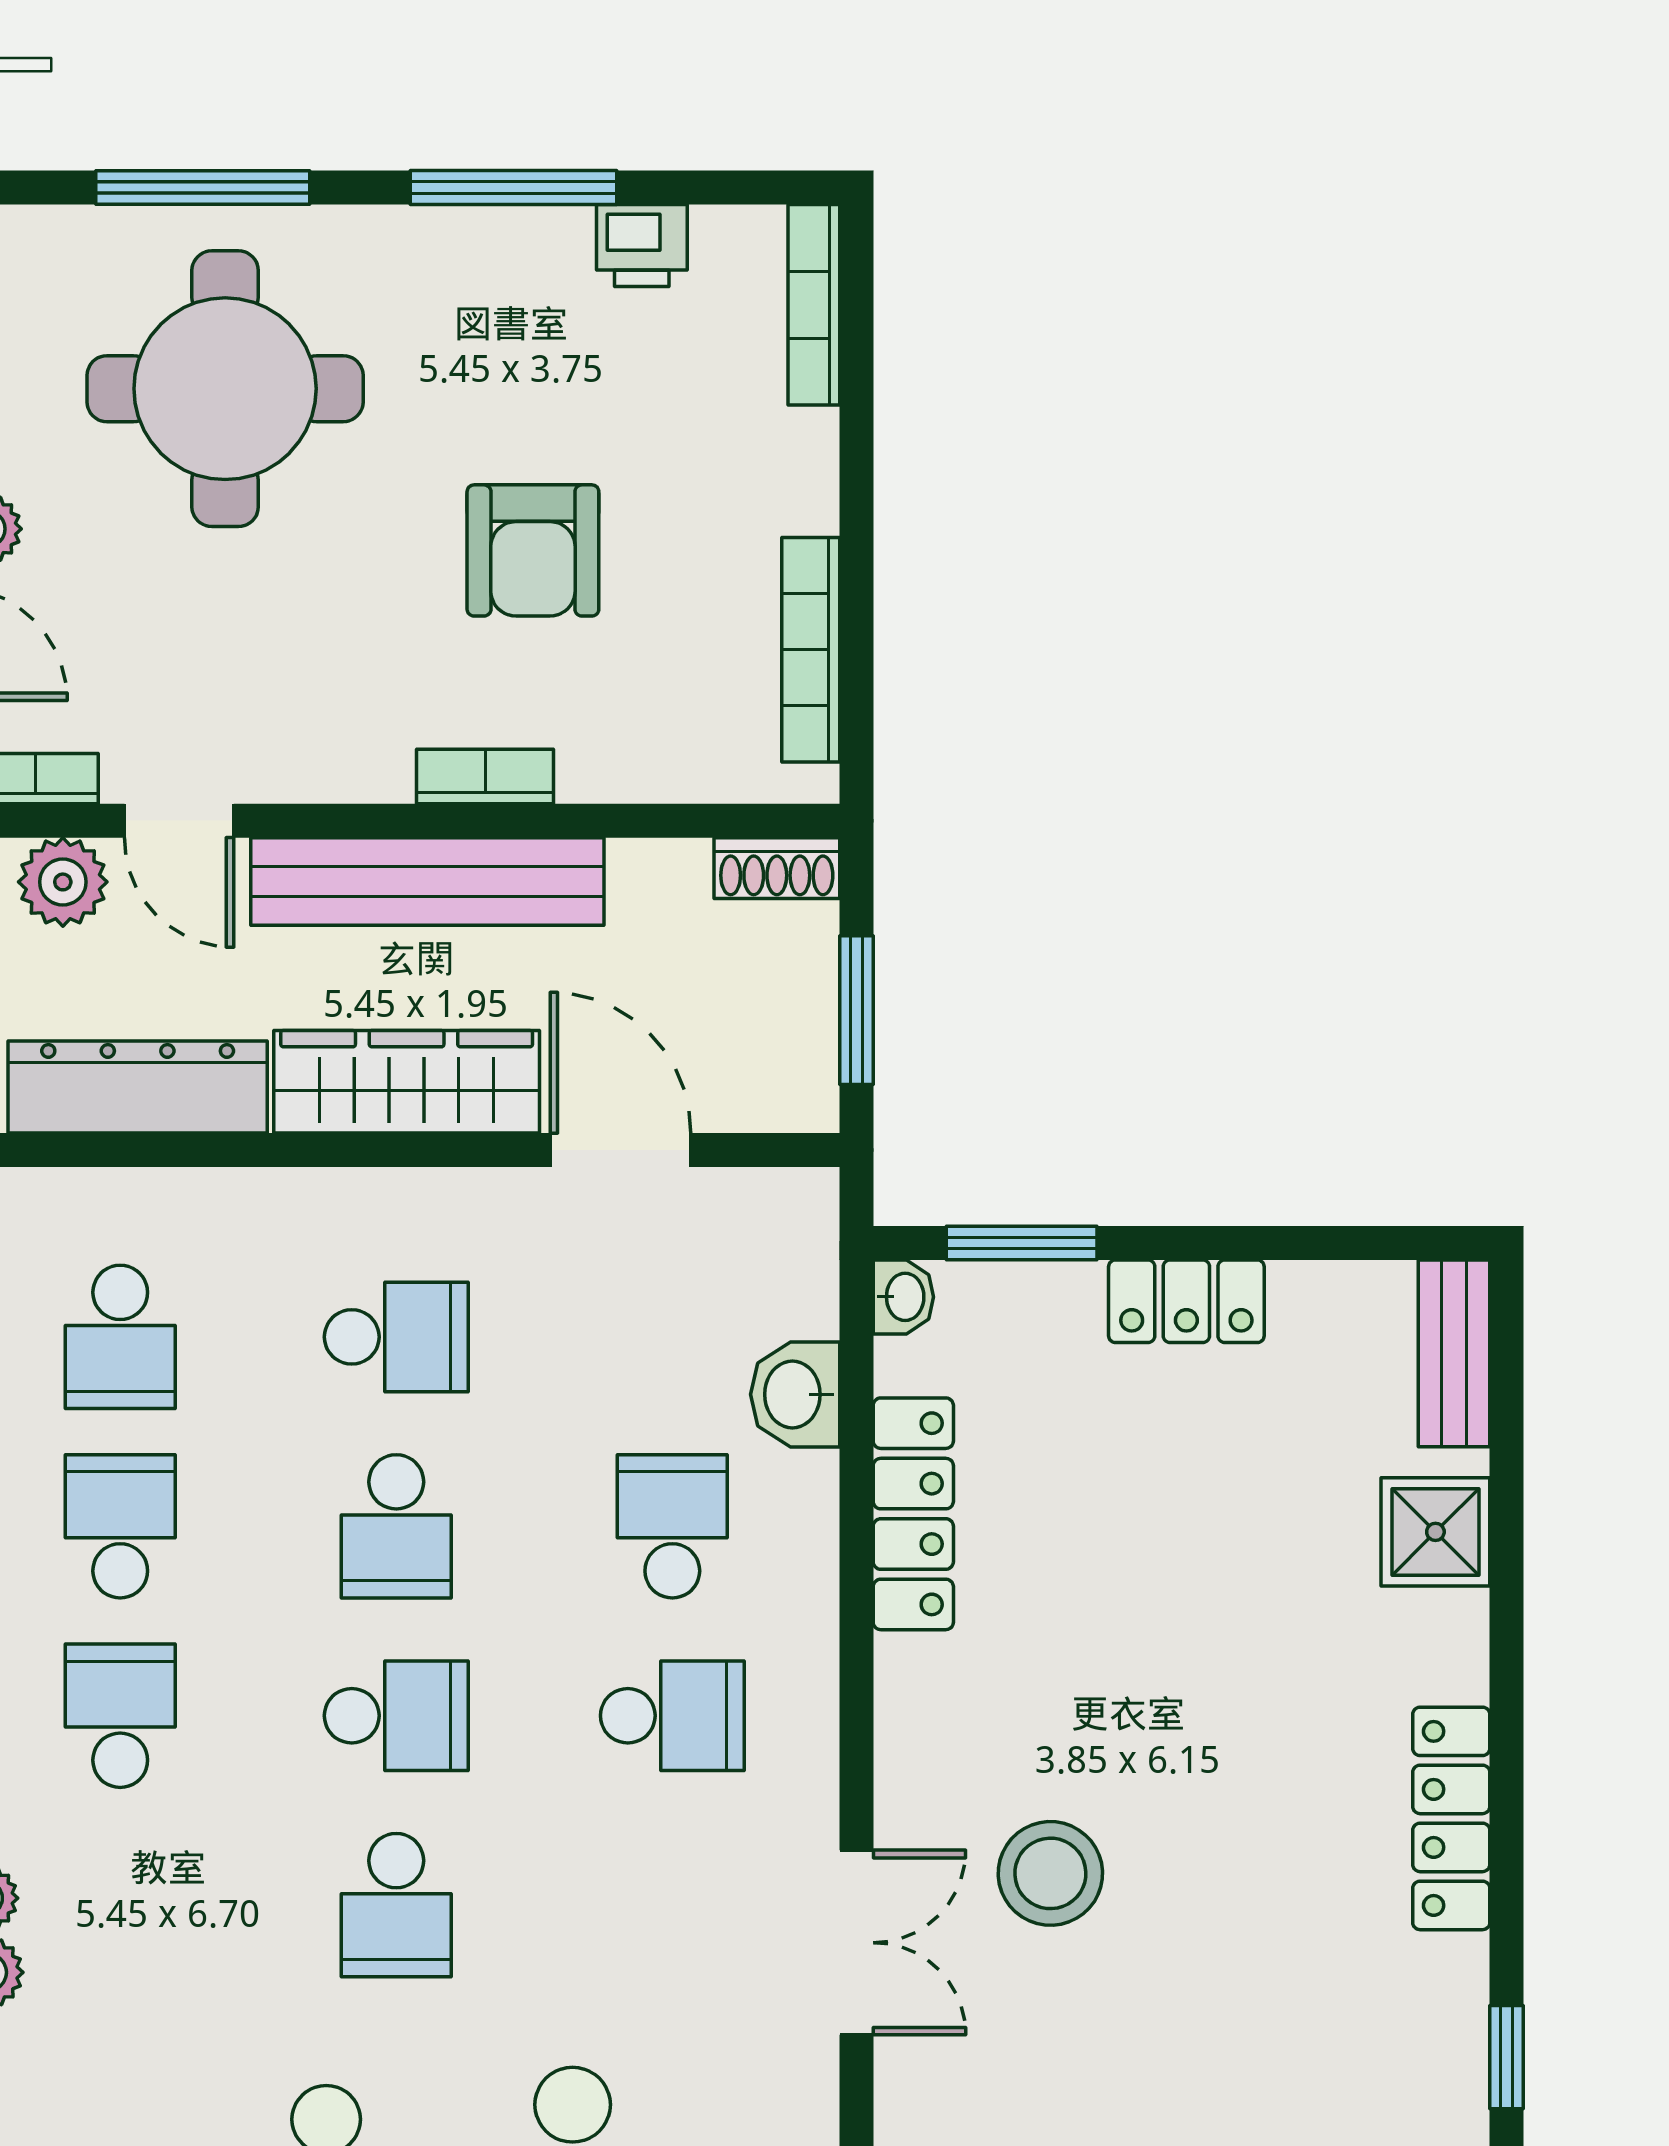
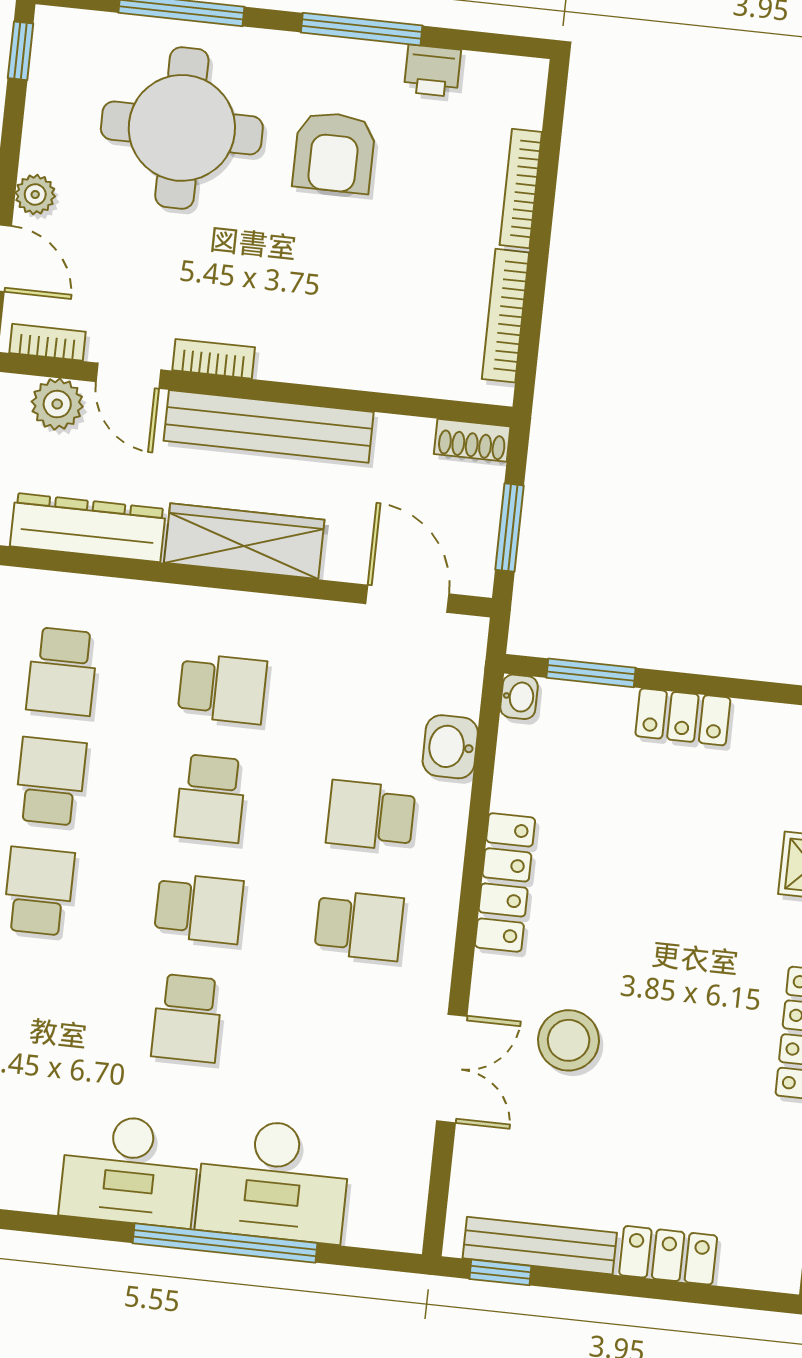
bookcase: (814, 305) -> (521, 189), moved
armchair: (533, 550) -> (334, 152), moved
bookcase: (485, 776) -> (214, 359), moved
door: (621, 1150) -> (407, 599), moved
locker: (913, 1514) -> (505, 882), moved
school desk: (672, 1526) -> (371, 816), turned -90

